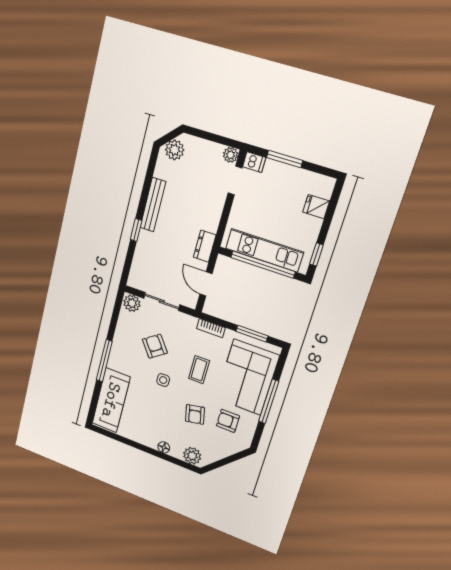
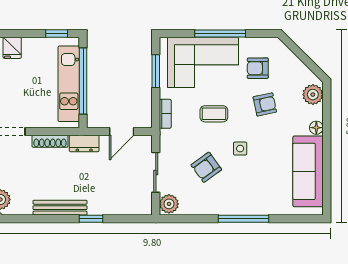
shoe rack: (215, 215) -> (50, 141), added
sofa: (111, 400) -> (308, 171), moved, turned -90
armchair: (228, 421) -> (258, 68), turned 90

